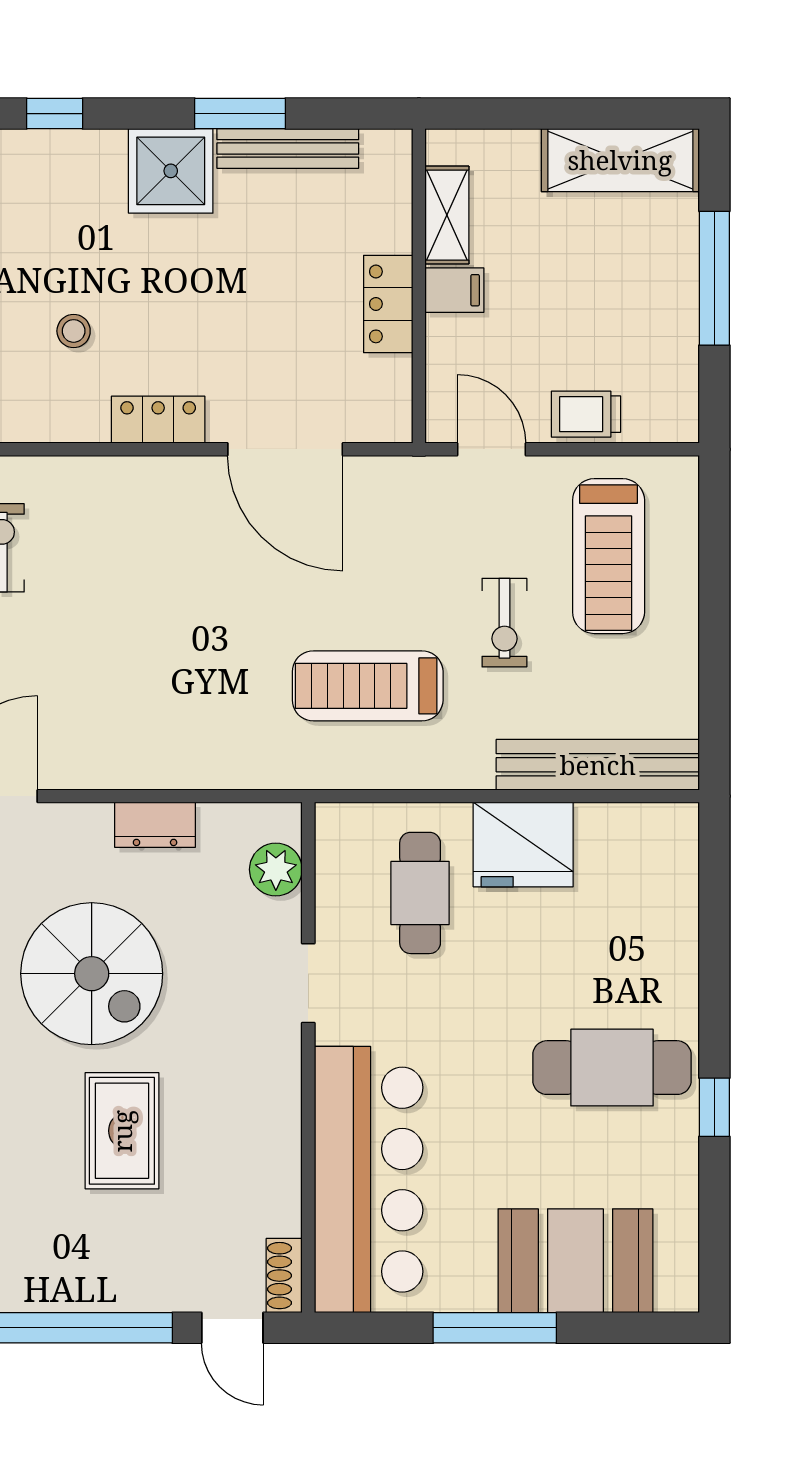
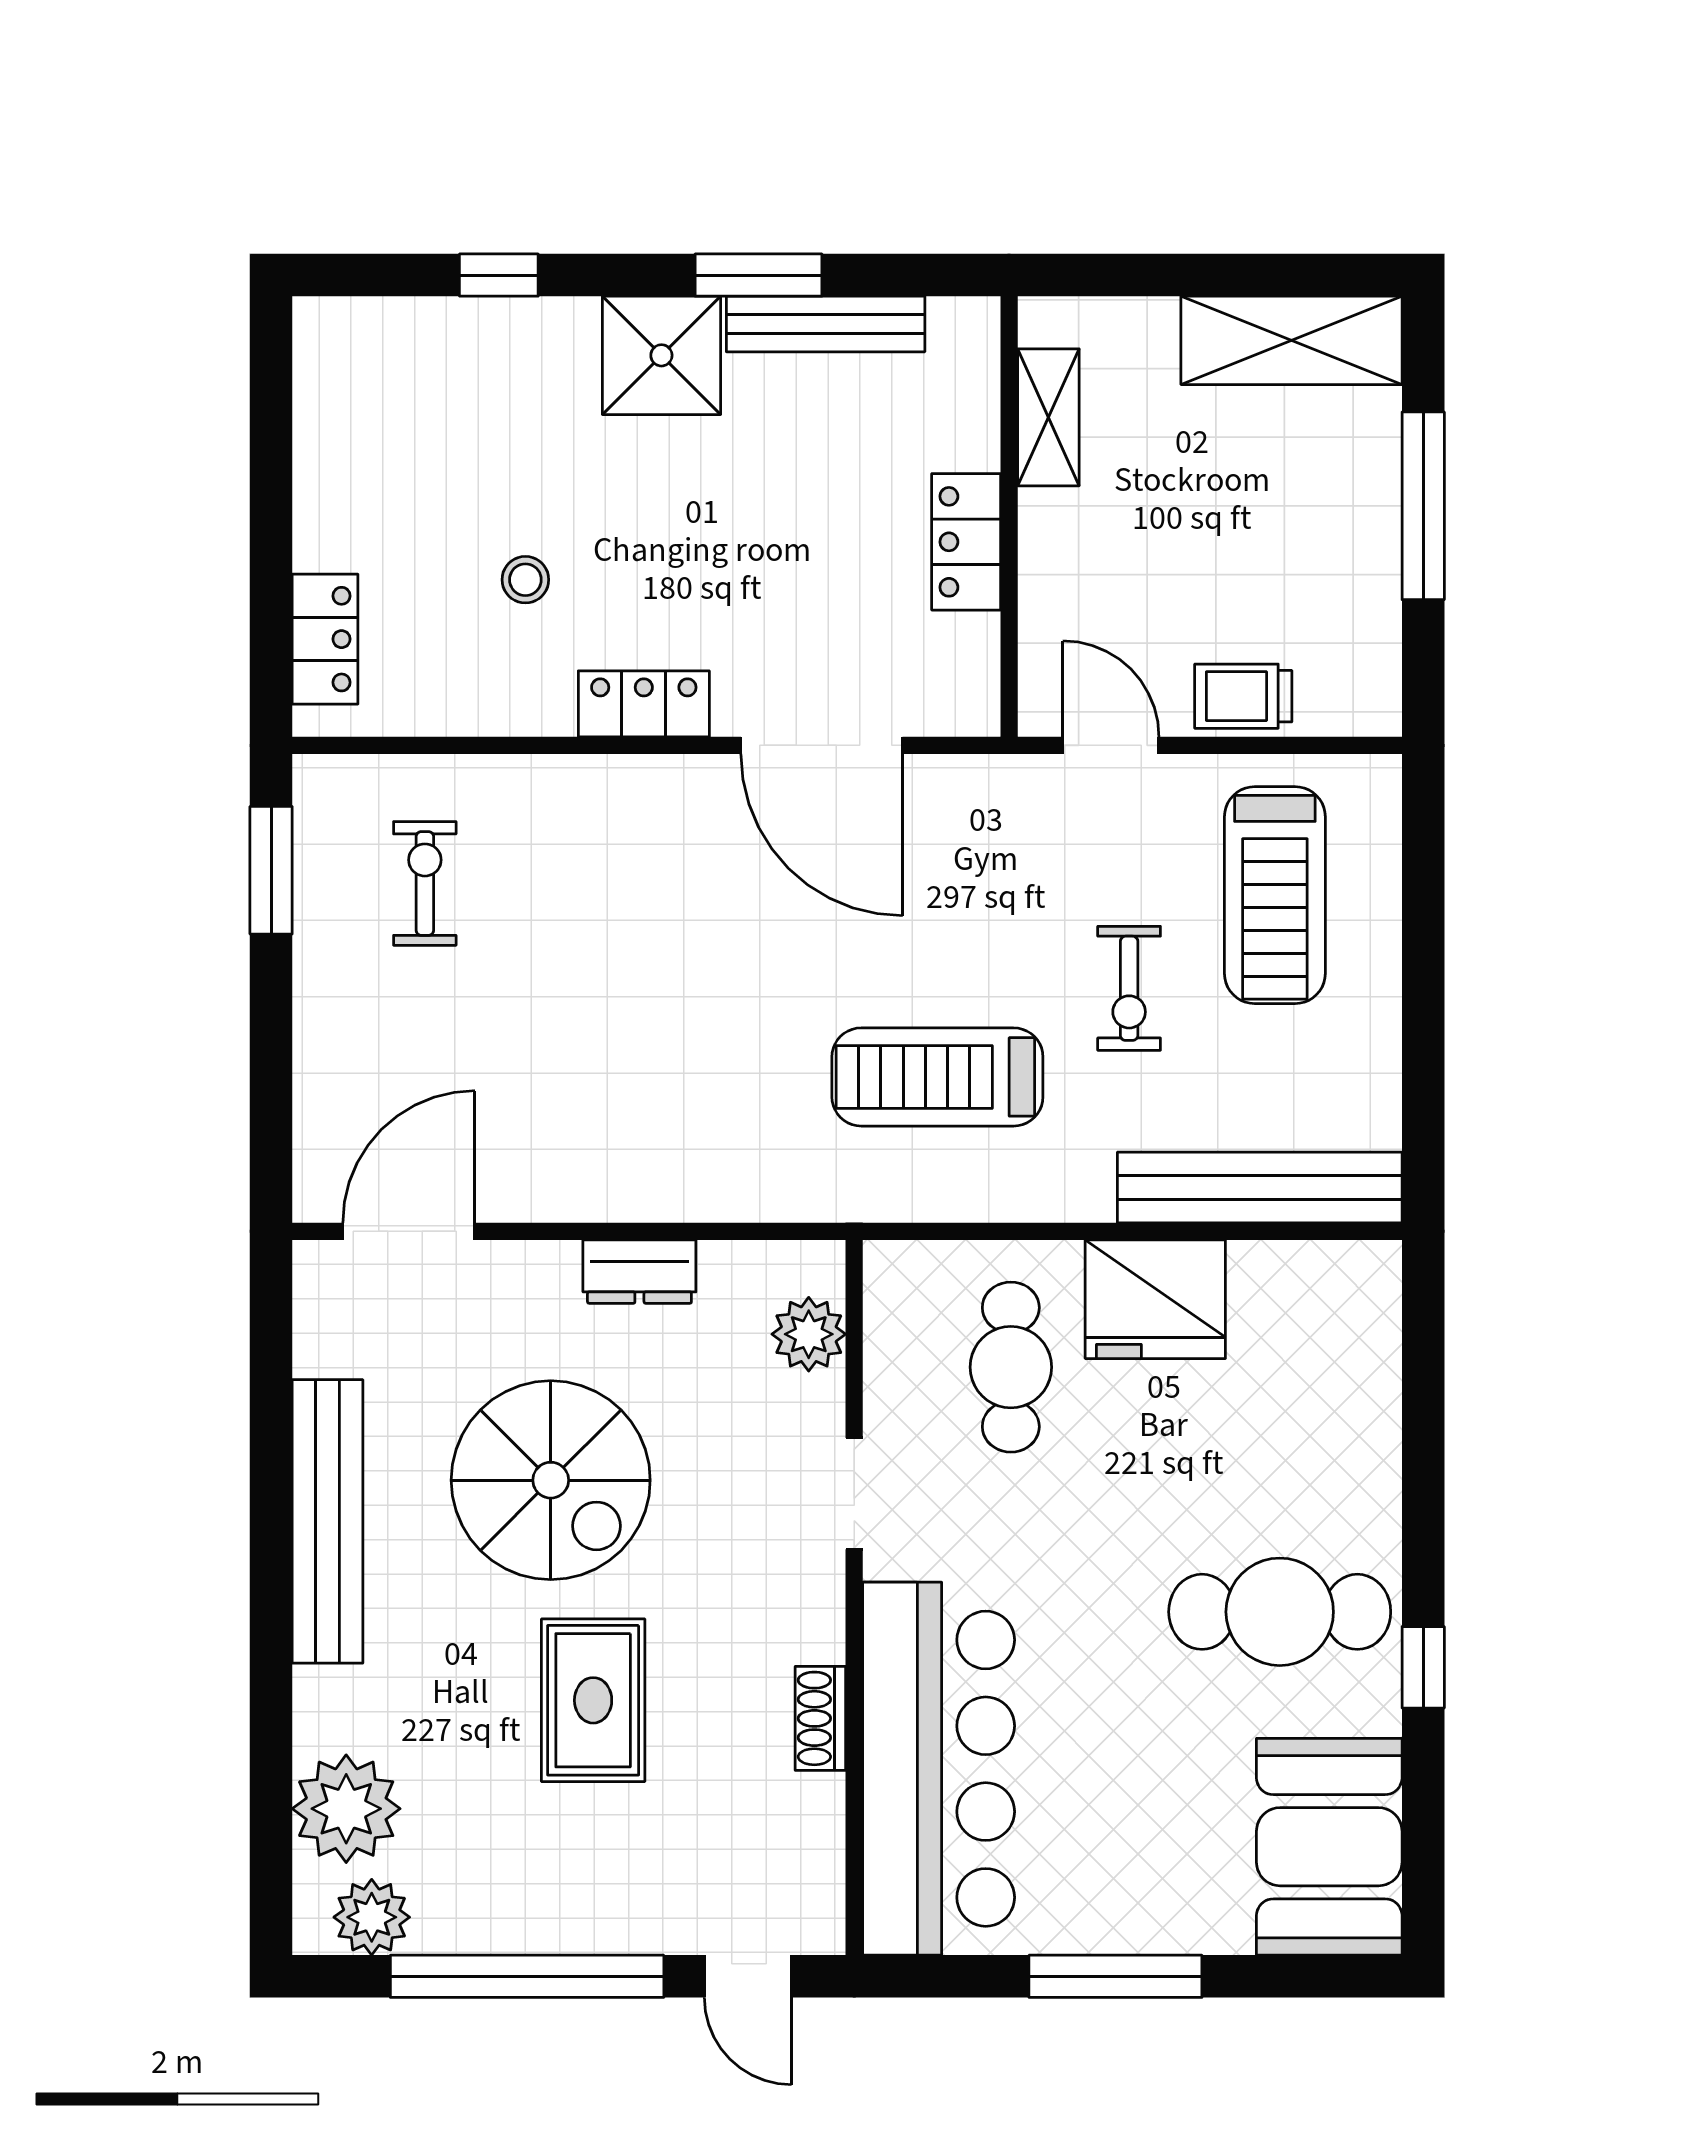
filing cabinet: (454, 290) -> (1059, 522), removed
booth: (575, 1261) -> (1329, 1847), moved, turned 90
shoe rack: (284, 1276) -> (820, 1718), moved

